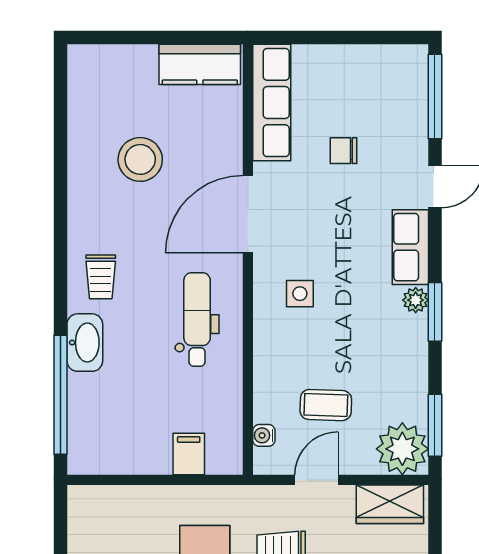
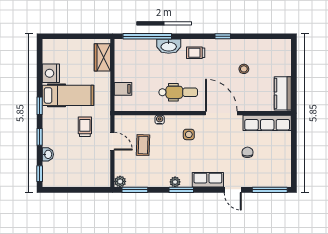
stool: (140, 159) -> (244, 69), width x0.53, depth x0.53
window: (61, 211) -> (223, 36), added
plant: (416, 300) -> (175, 182), moved
water cooler: (264, 435) -> (160, 120), moved
plant: (402, 449) -> (120, 181), width x0.53, depth x0.53
wardrobe: (390, 504) -> (102, 57), moved

